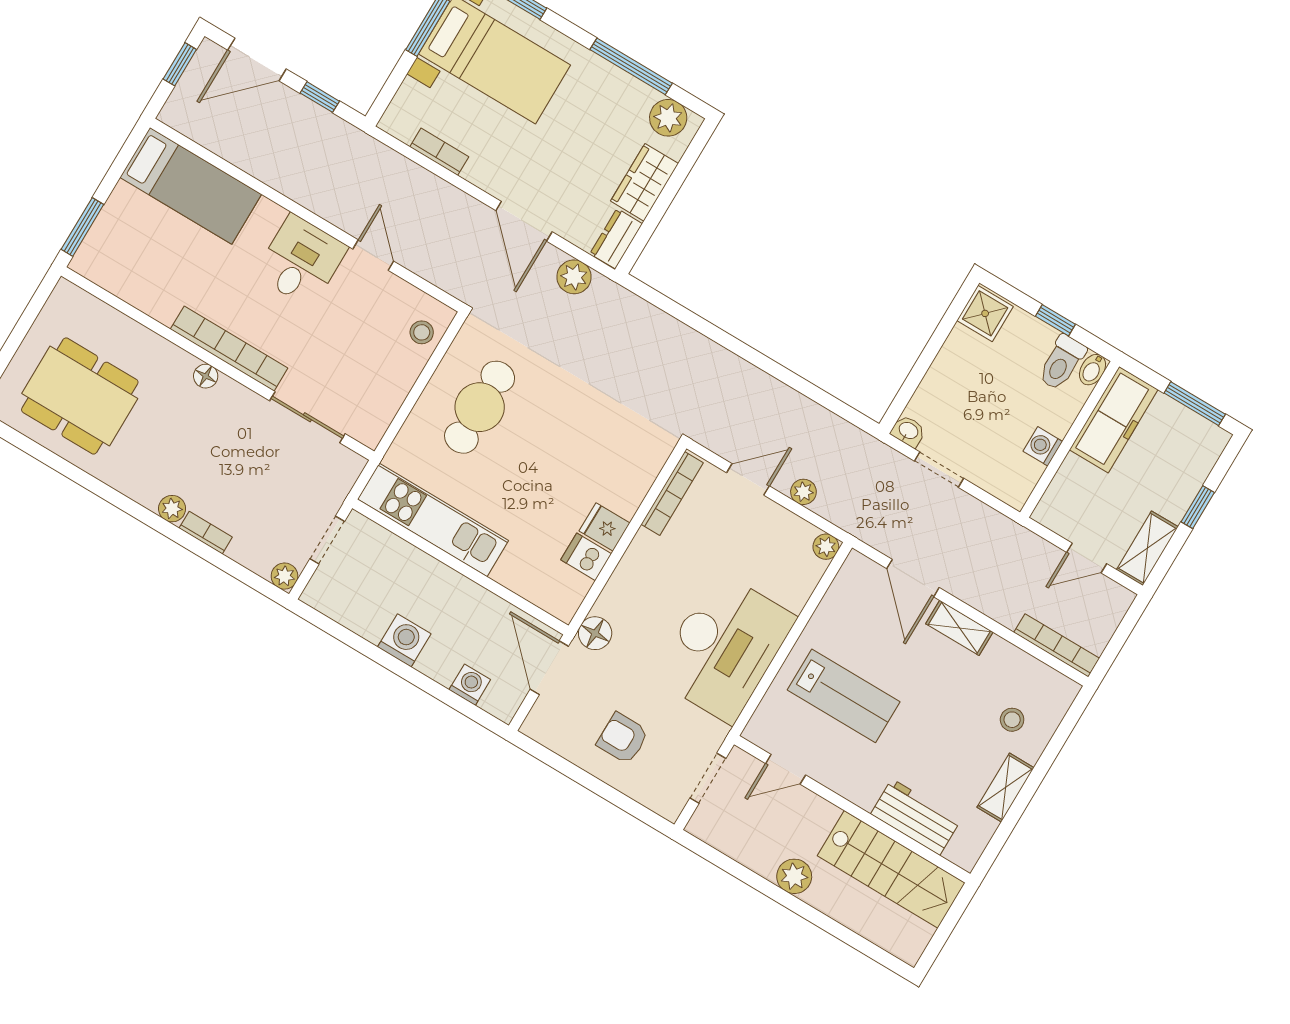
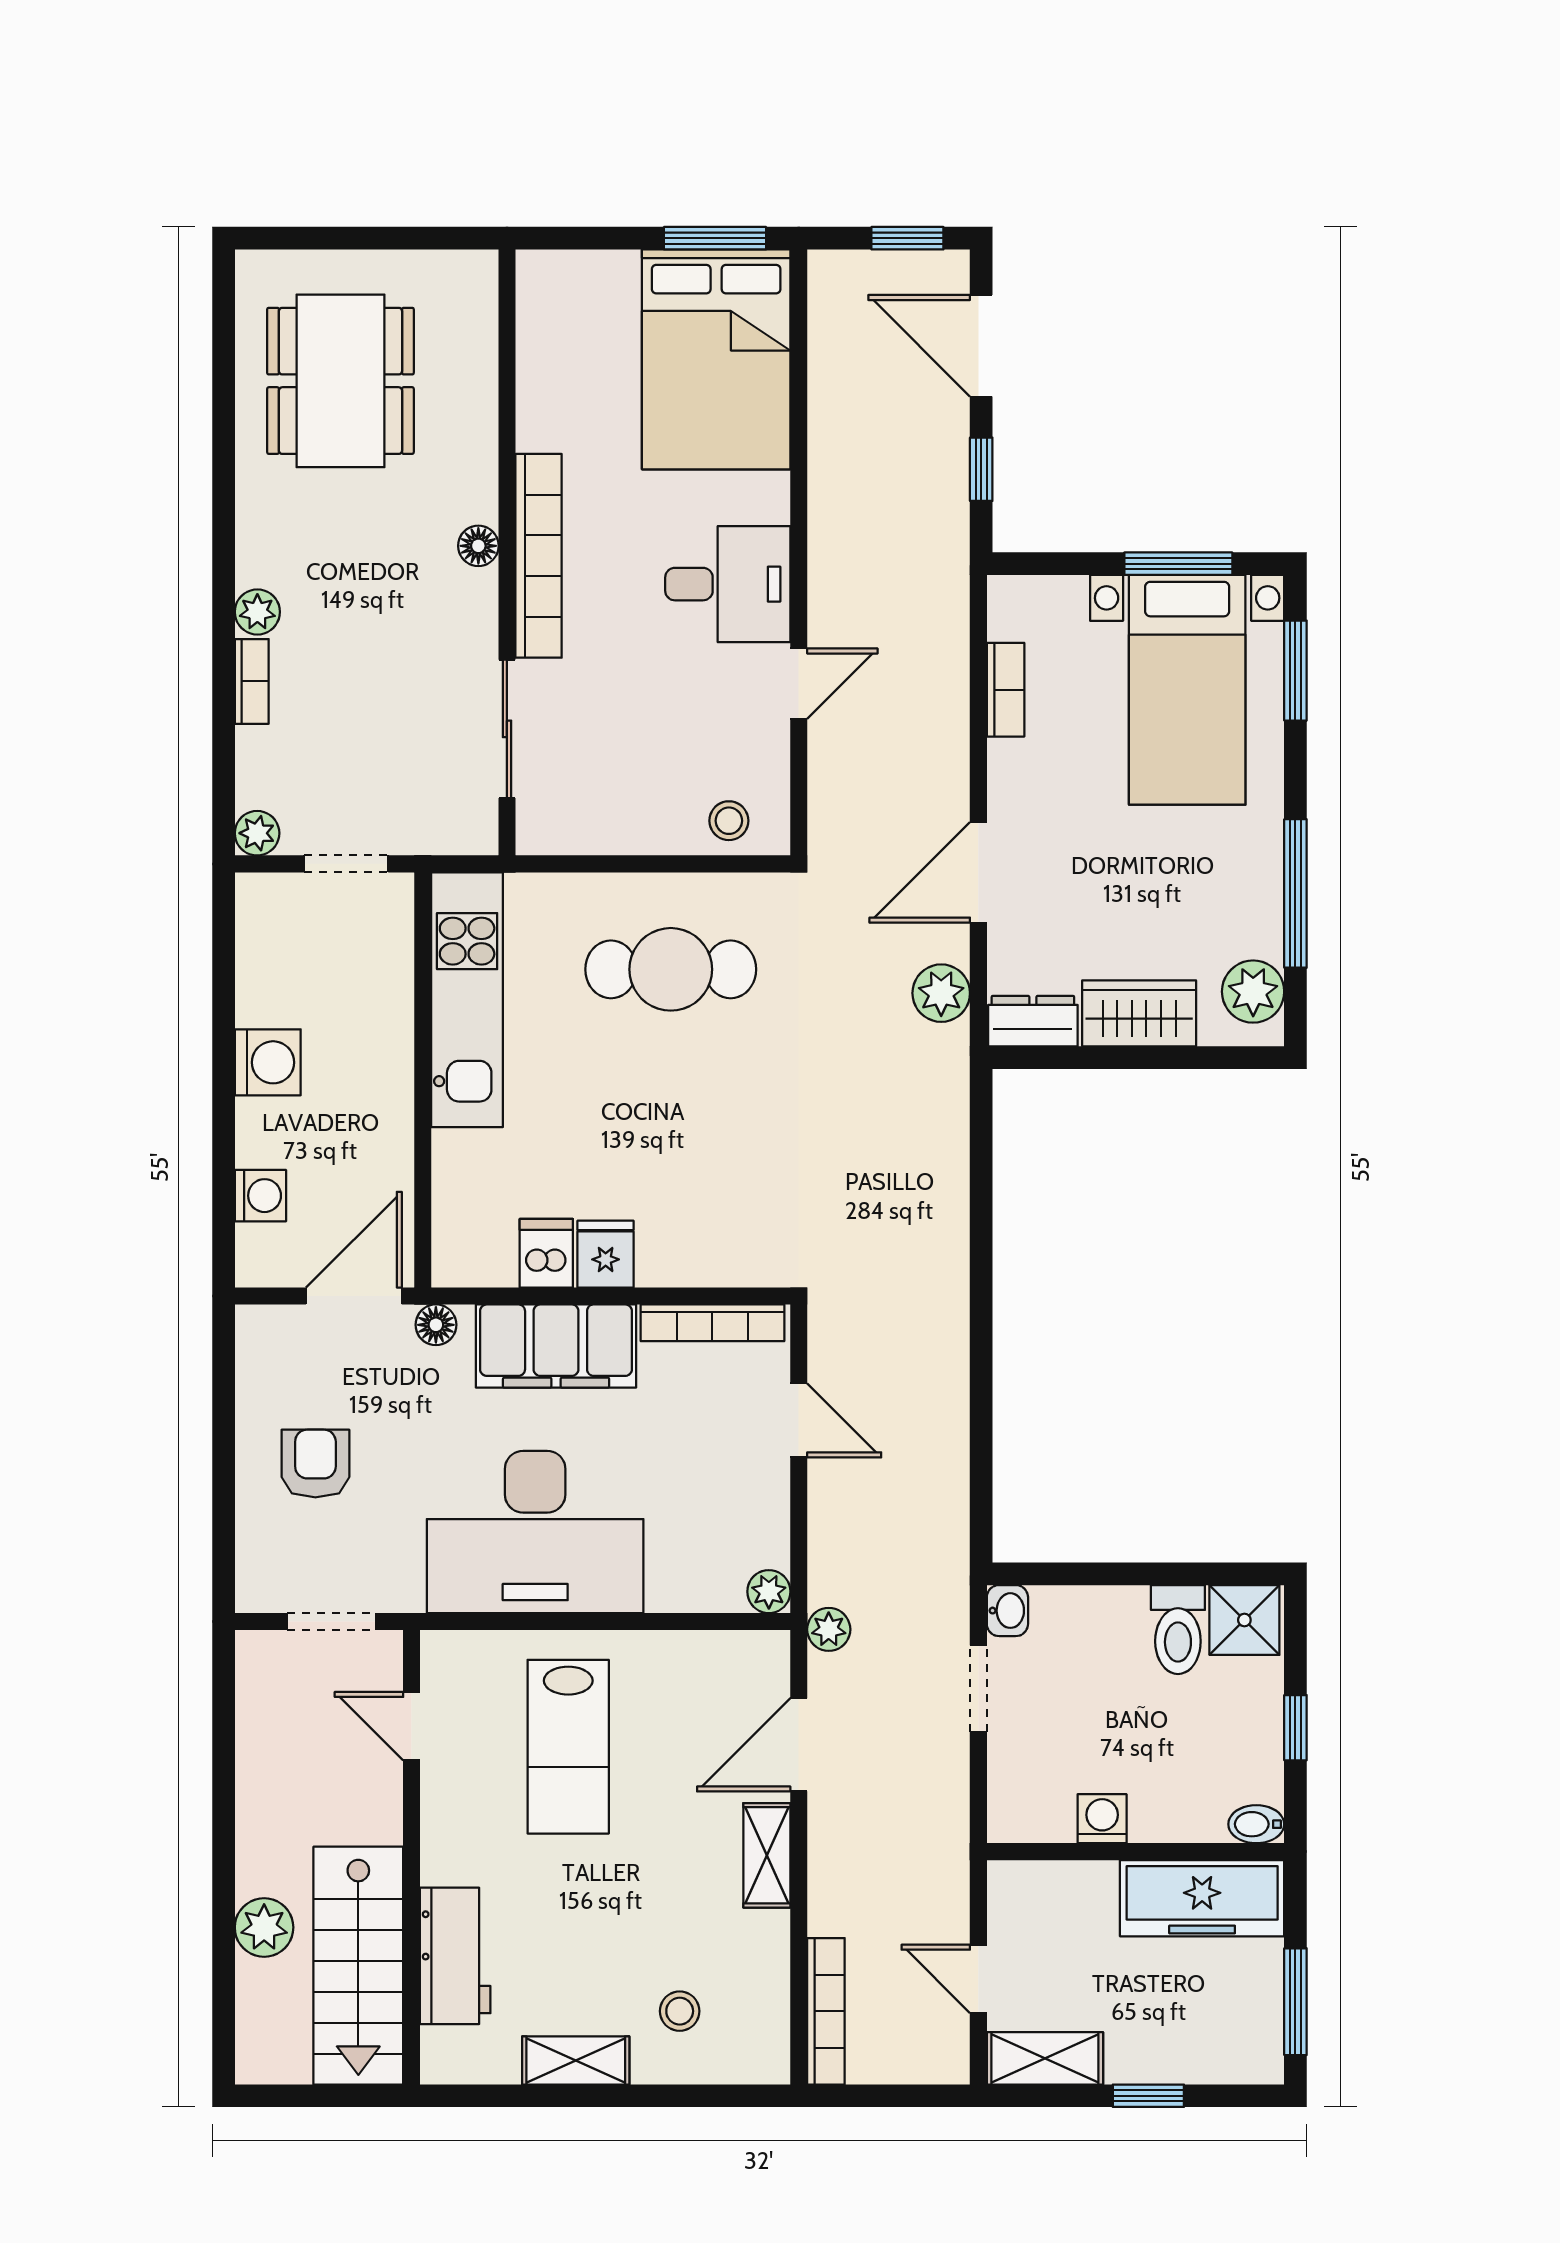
bed: (191, 186) -> (716, 359), width x1.50
window: (82, 227) -> (715, 238), moved
toilet: (1062, 363) -> (1178, 1630), moved, turned -90
plant: (803, 492) -> (829, 1629), moved
filing cabinet: (636, 580) -> (556, 1346), added
floor lamp: (595, 633) -> (436, 1325), width x0.73, depth x0.73
plant: (794, 876) -> (264, 1927), moved

